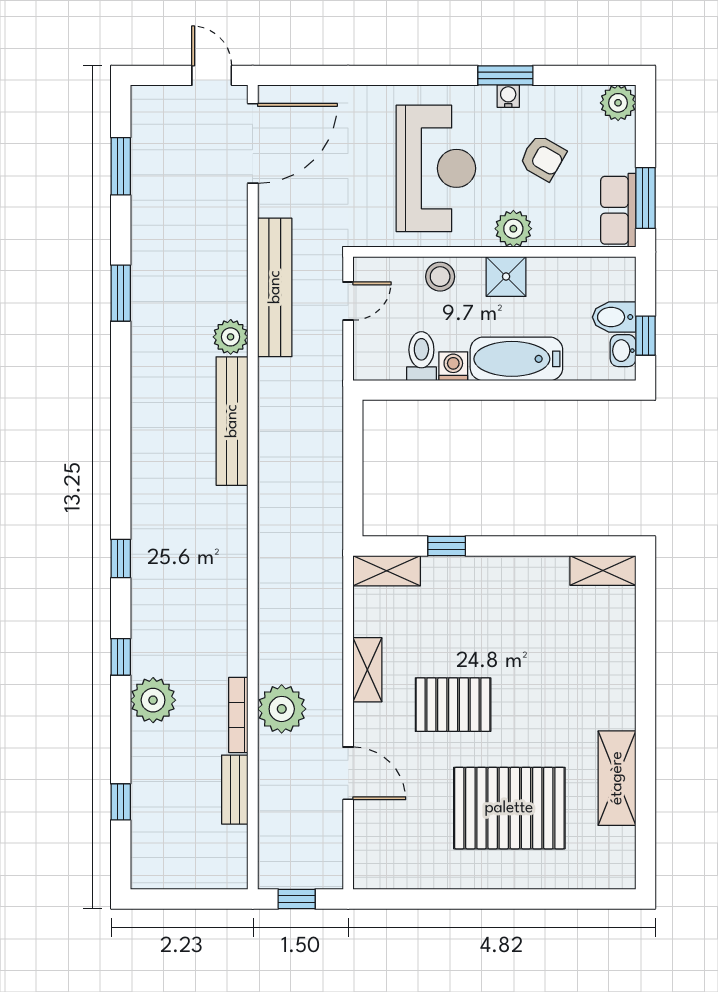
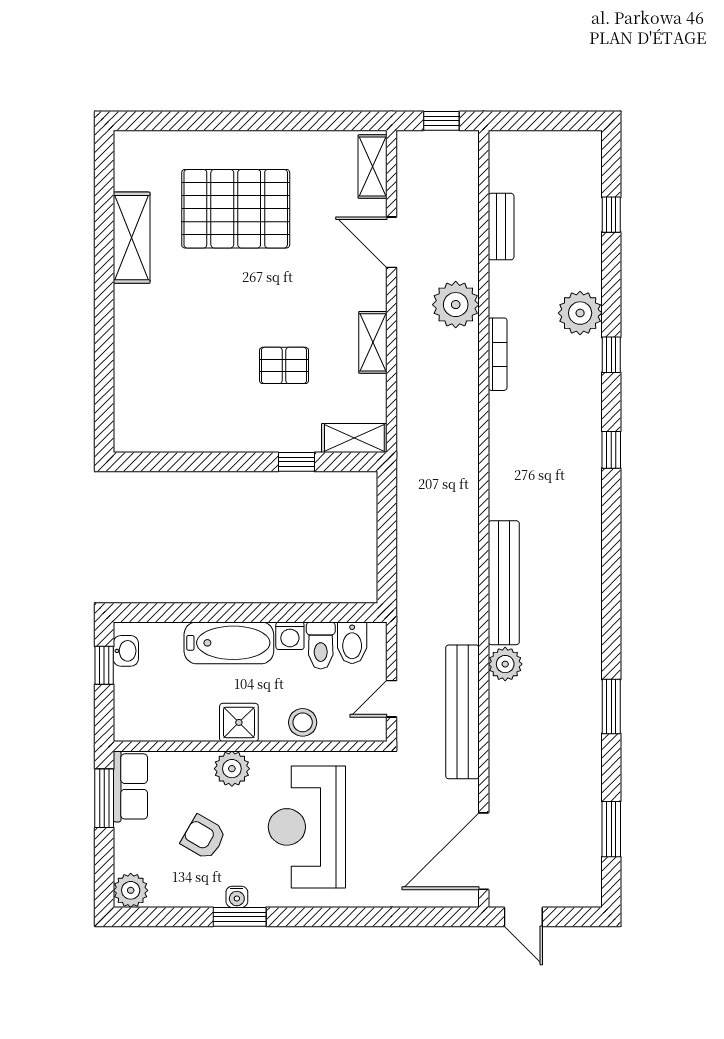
bidet: (614, 317) -> (352, 643), moved, turned 90
shelving: (603, 570) -> (373, 167), moved, turned 90
pallet: (453, 705) -> (284, 365), moved, width x0.67, depth x0.71
bookcase: (238, 715) -> (498, 354), moved

